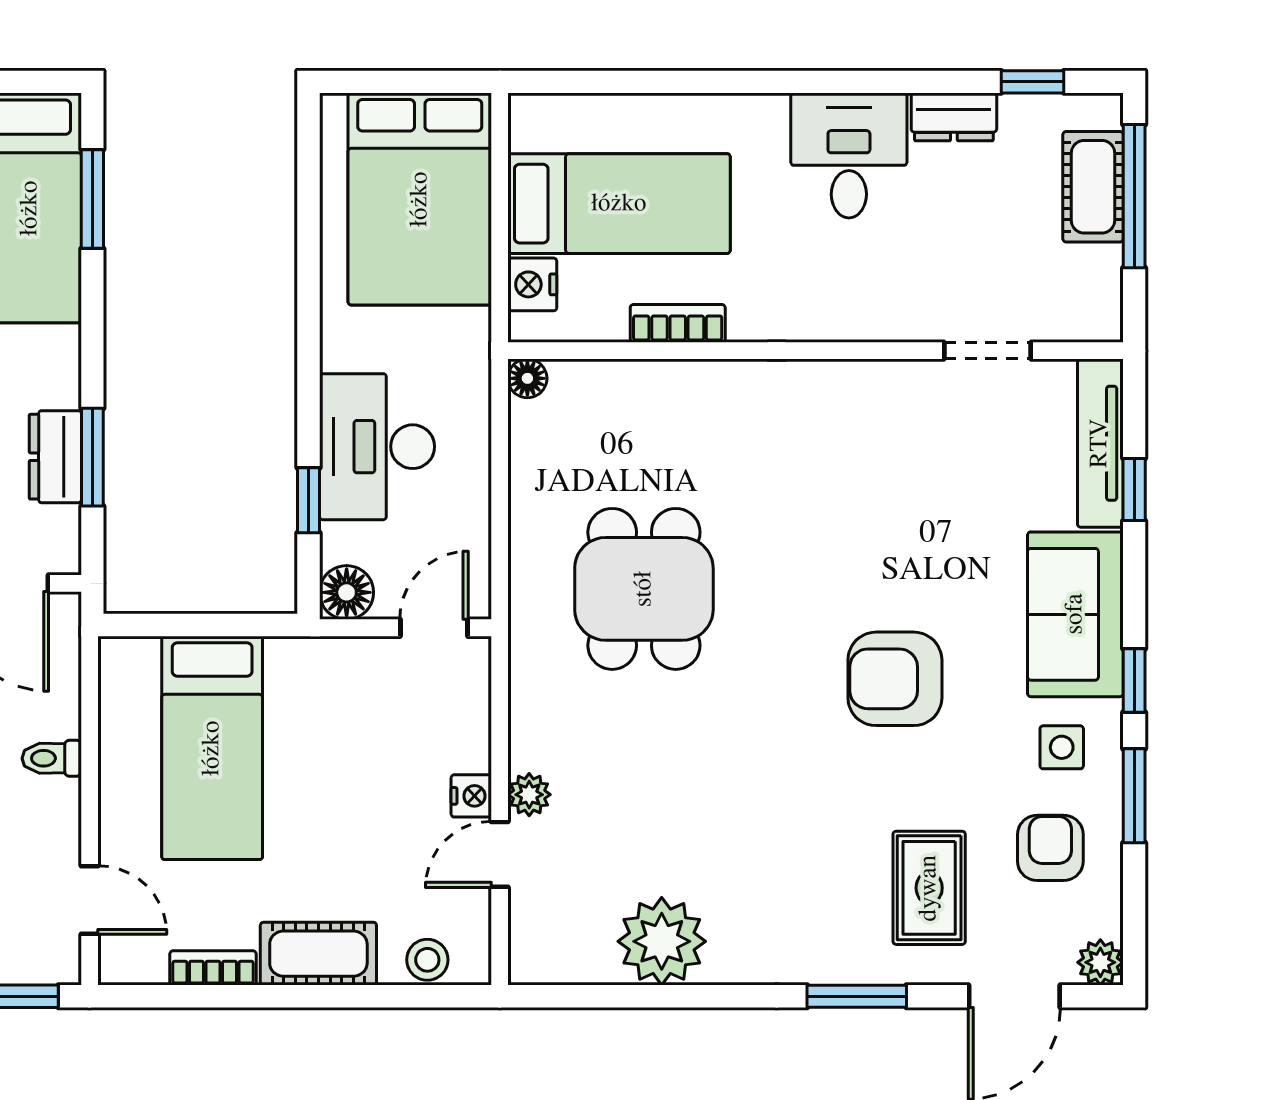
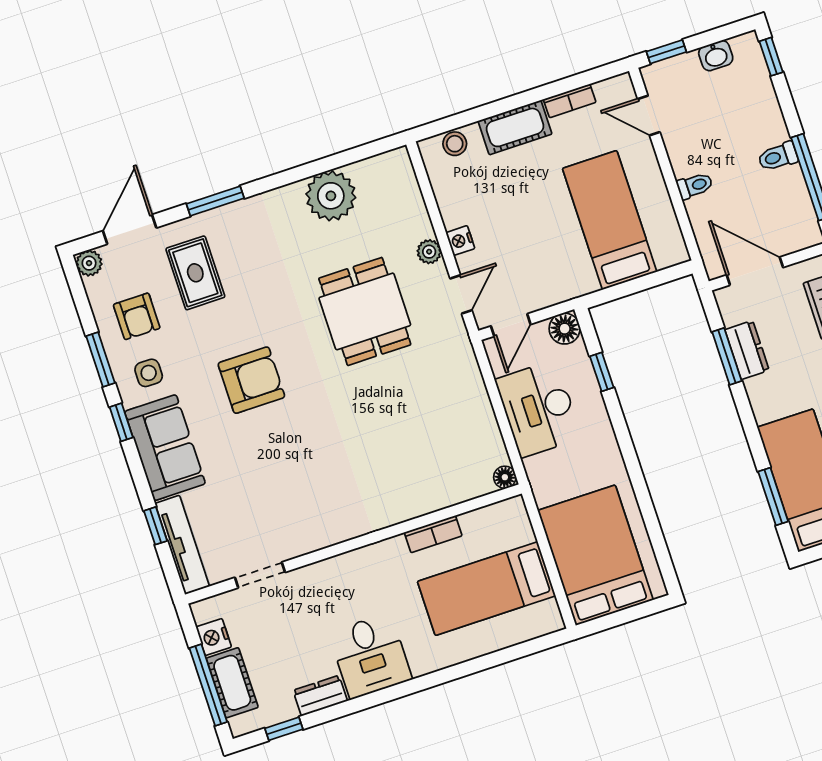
nightstand: (532, 284) -> (214, 637), moved, turned 180
desk: (377, 447) -> (538, 409), moved, turned 180
dining table: (644, 589) -> (365, 311), moved
door: (500, 854) -> (461, 294), moved

